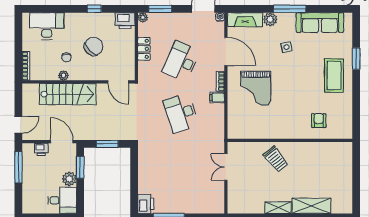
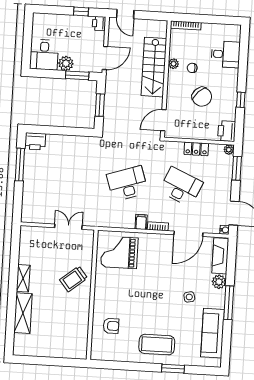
desk: (47, 26) -> (226, 54), width x0.73
grand piano: (256, 88) -> (119, 252), moved
printer: (41, 149) -> (99, 23), moved
window: (18, 167) -> (81, 11), width x0.46

